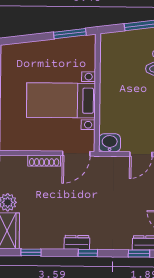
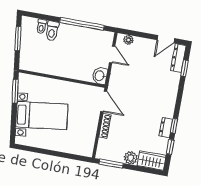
bed with nightstands: (61, 100) -> (42, 116), moved, turned -97
dresser: (77, 242) -> (166, 128), moved
window: (88, 253) -> (174, 126), moved

